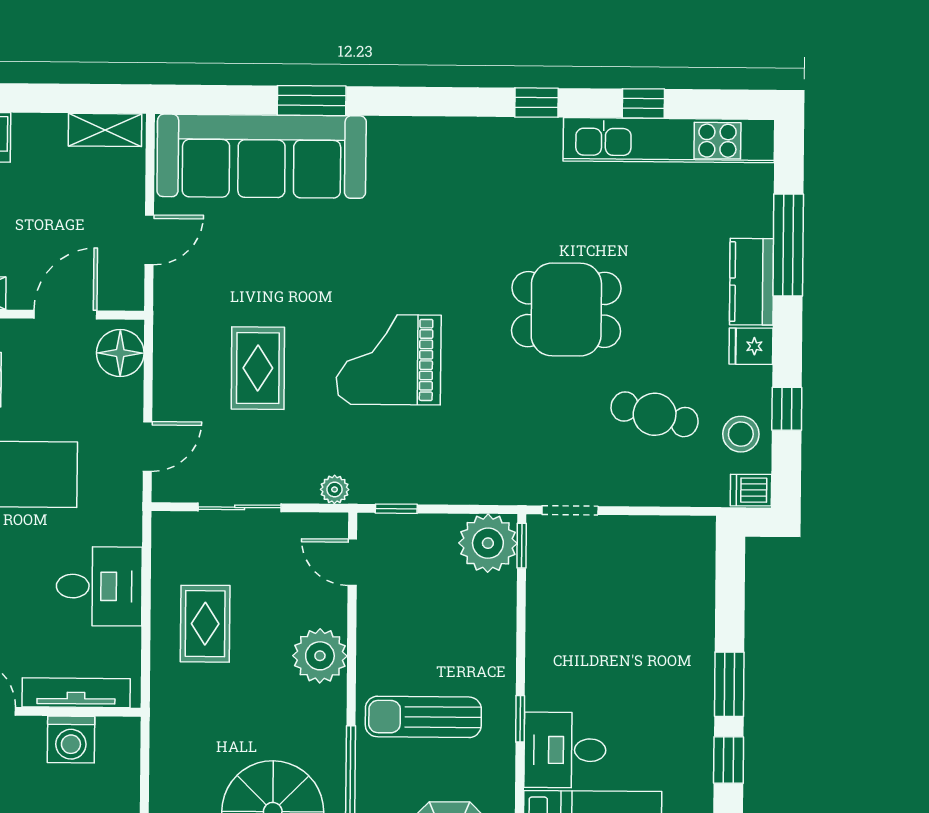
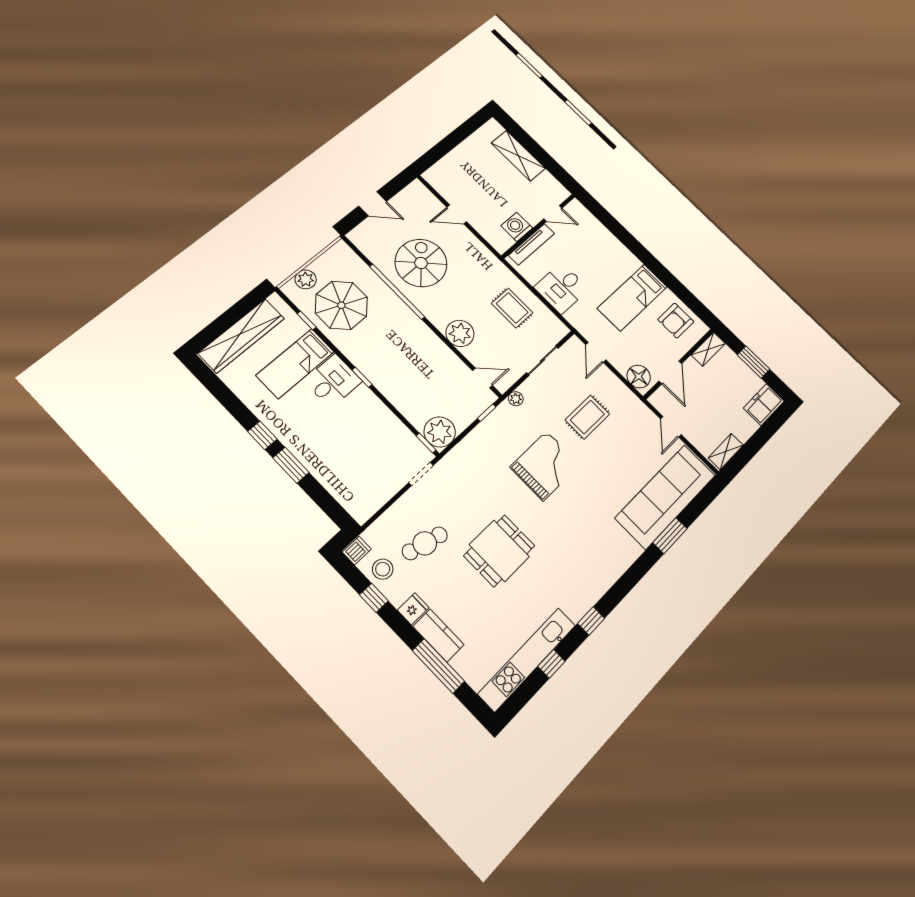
rug: (258, 368) -> (587, 417), turned 90
sun lounger: (423, 717) -> (400, 345), removed

